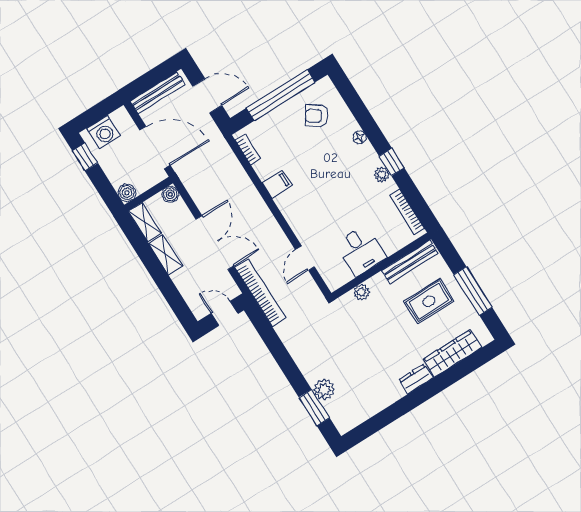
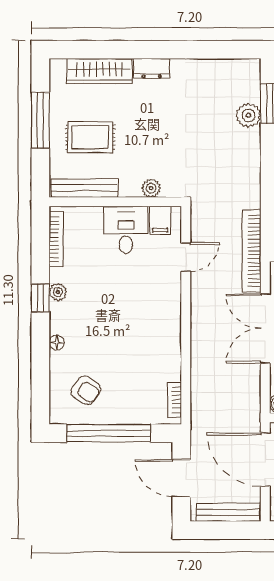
filing cabinet: (277, 184) -> (160, 220), moved, turned -90

